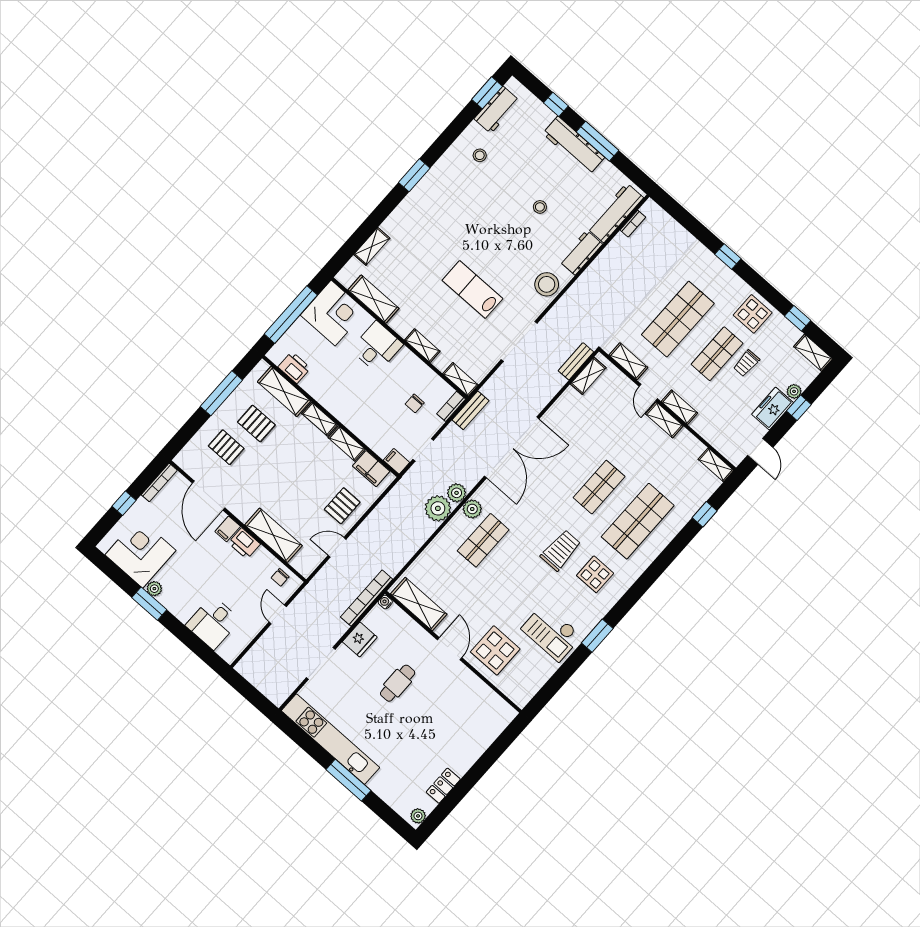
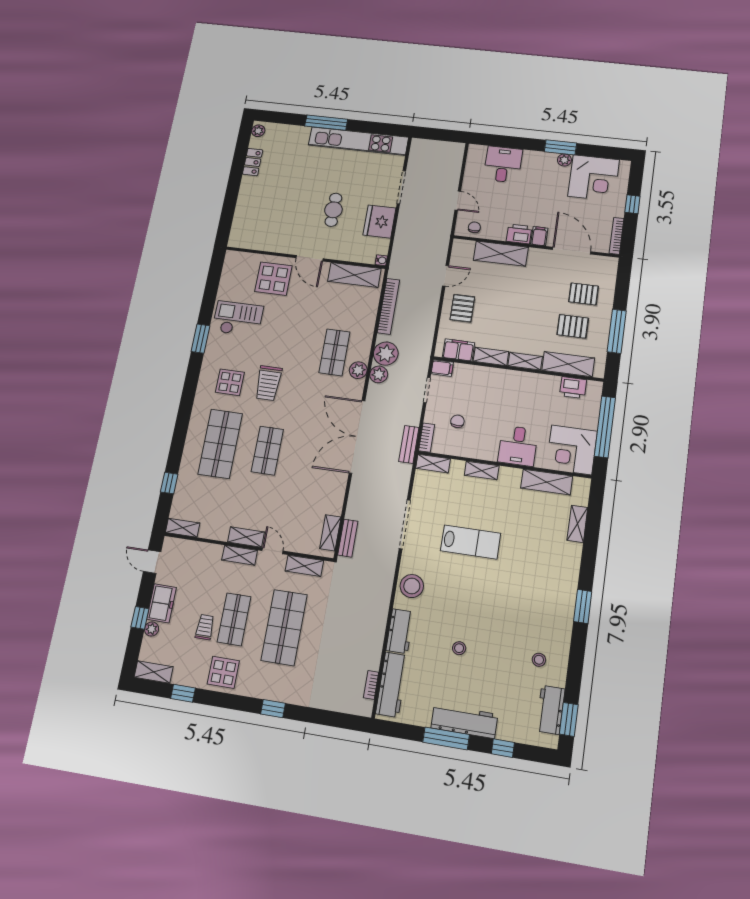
bookcase: (367, 598) -> (388, 306), moved
fridge: (360, 639) -> (379, 222), width x1.36, depth x1.34

